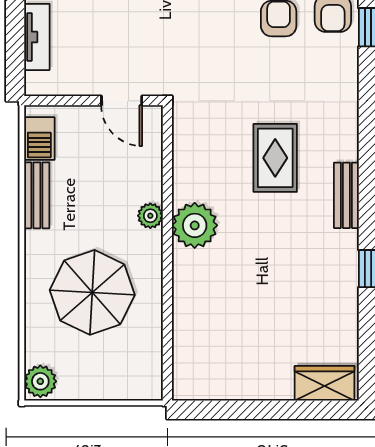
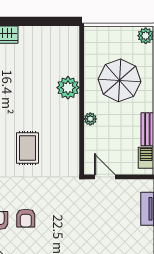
plant: (195, 225) -> (68, 88), moved

